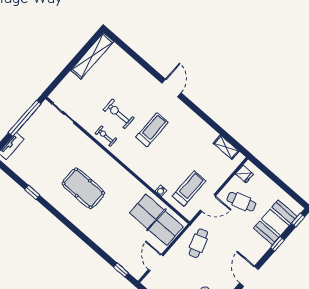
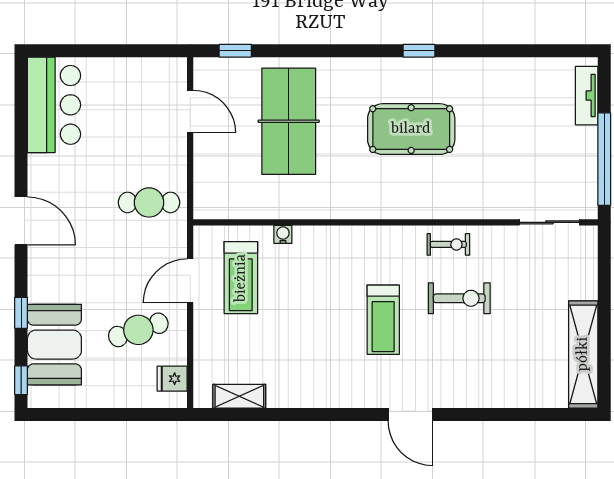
window: (32, 192) -> (419, 51), moved
table tennis table: (156, 220) -> (289, 121), moved, turned 90
cafe table: (198, 243) -> (149, 202), turned -71

